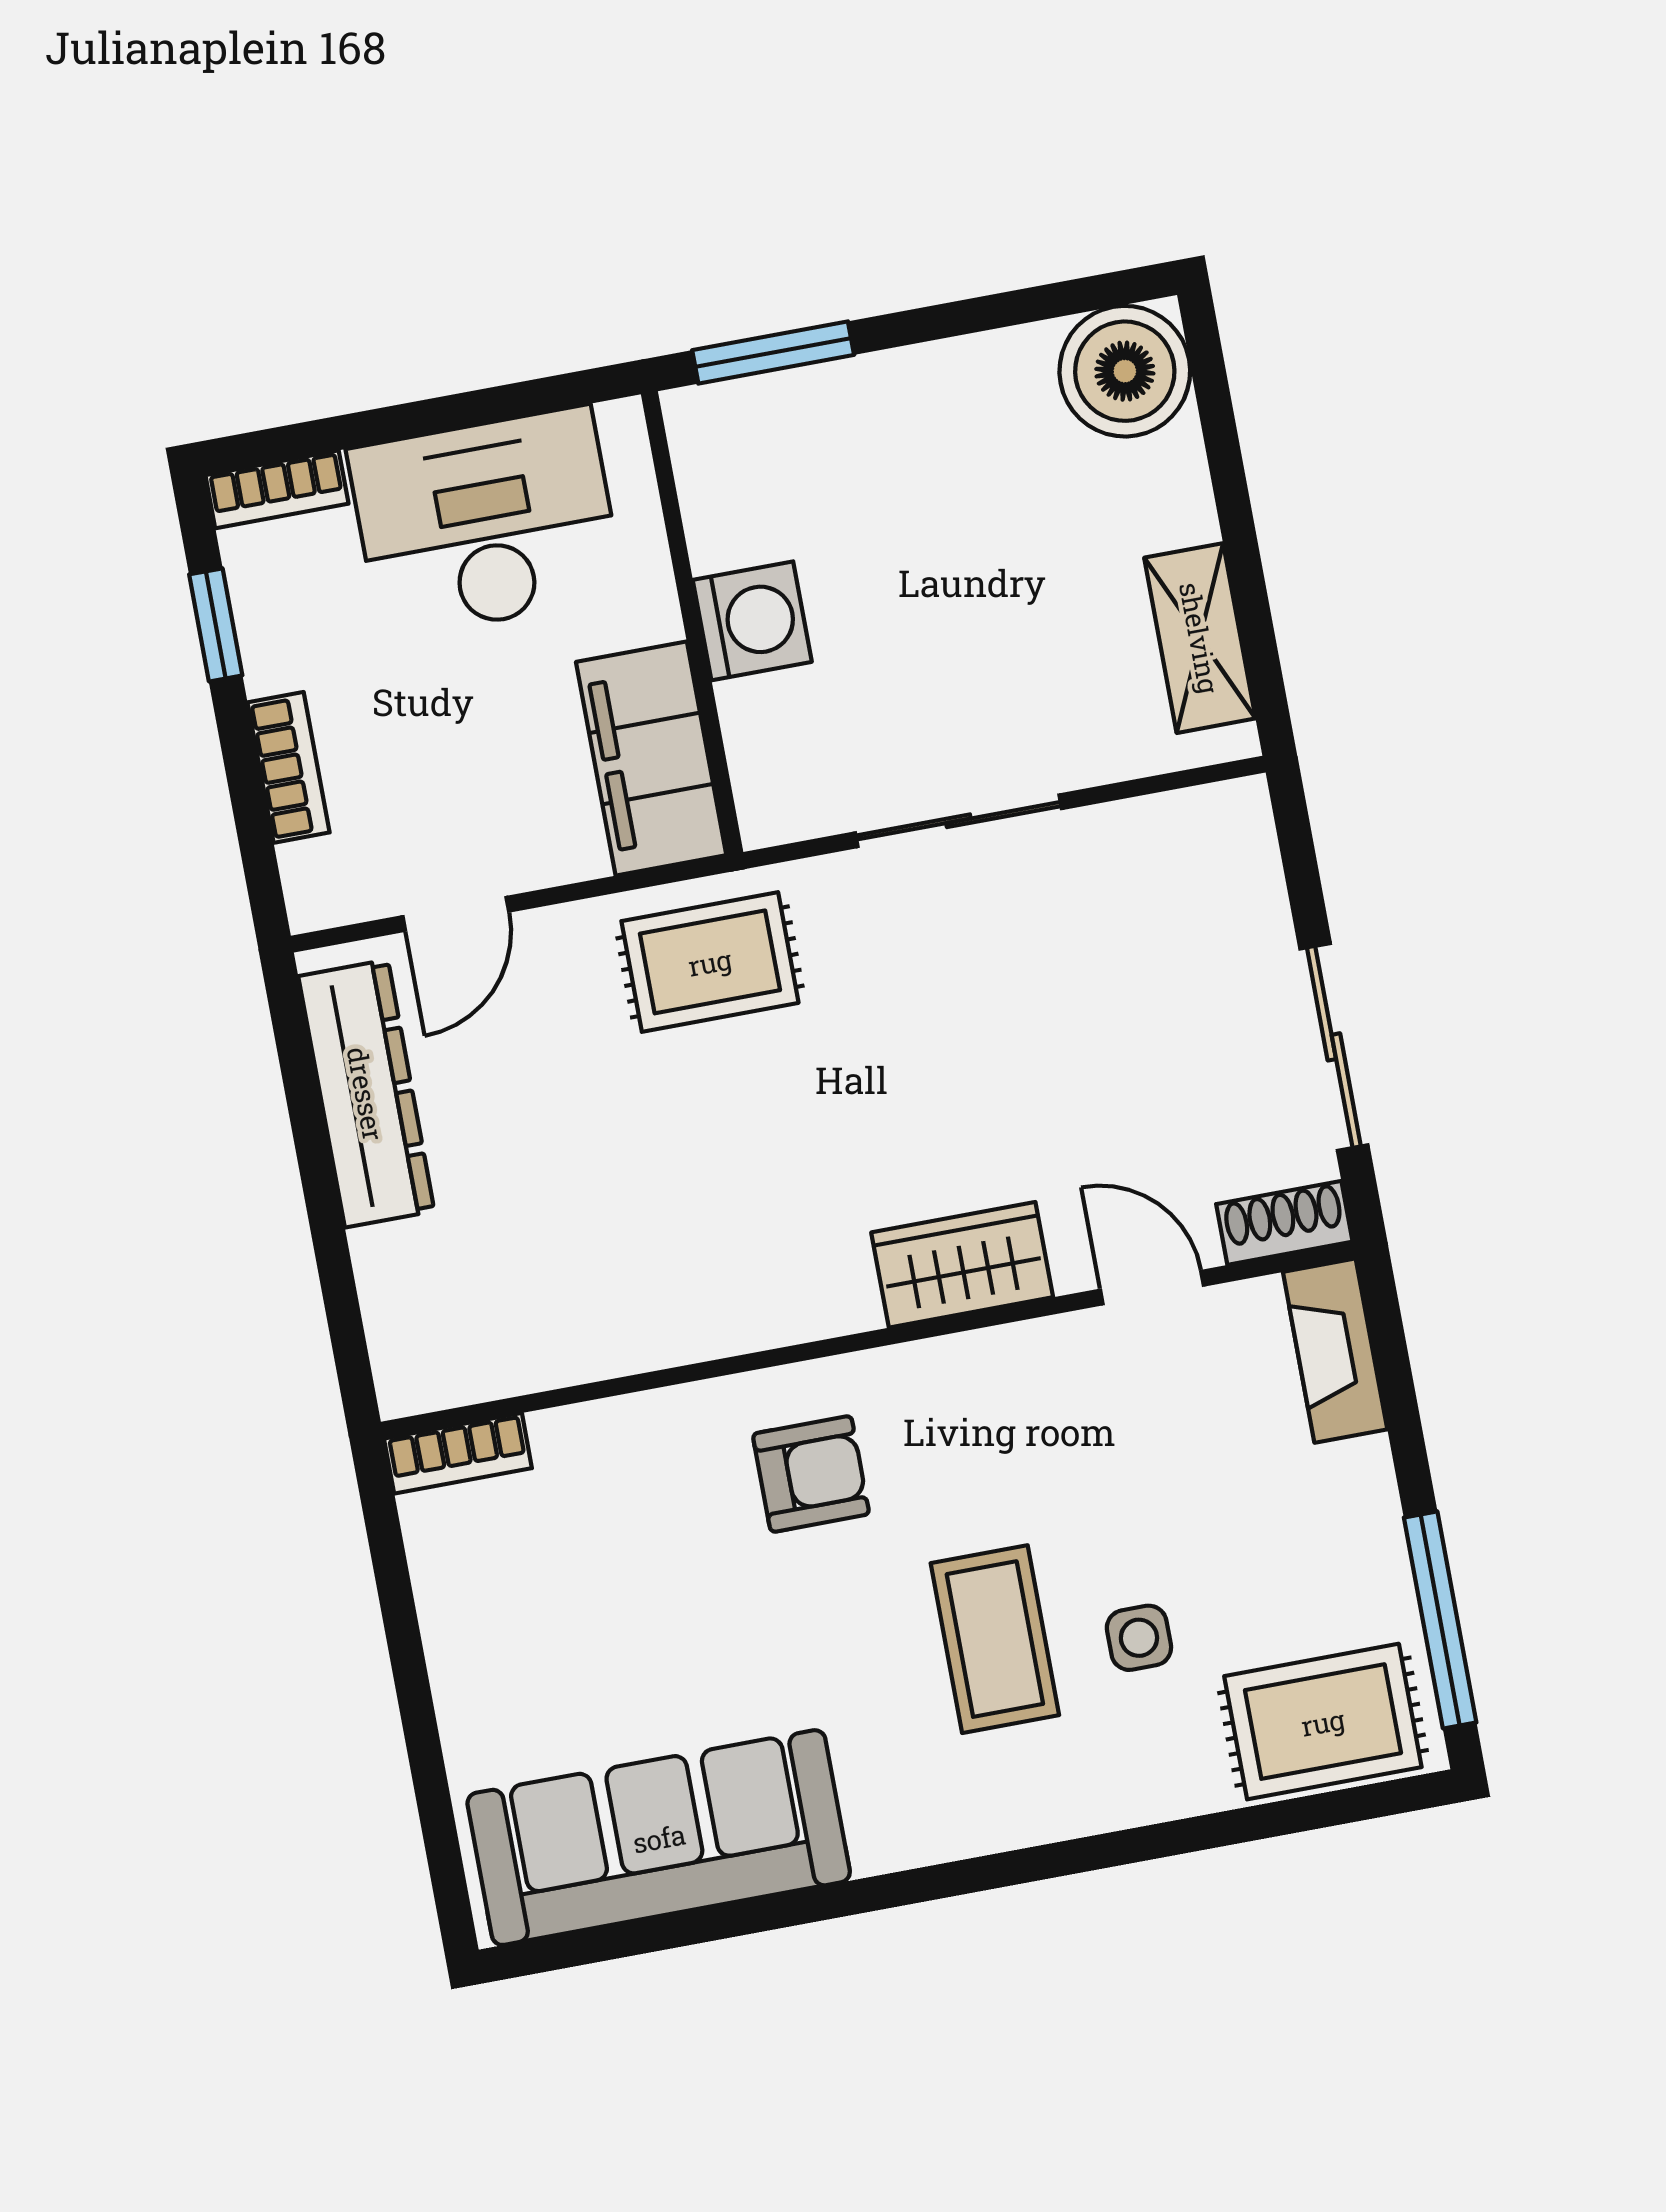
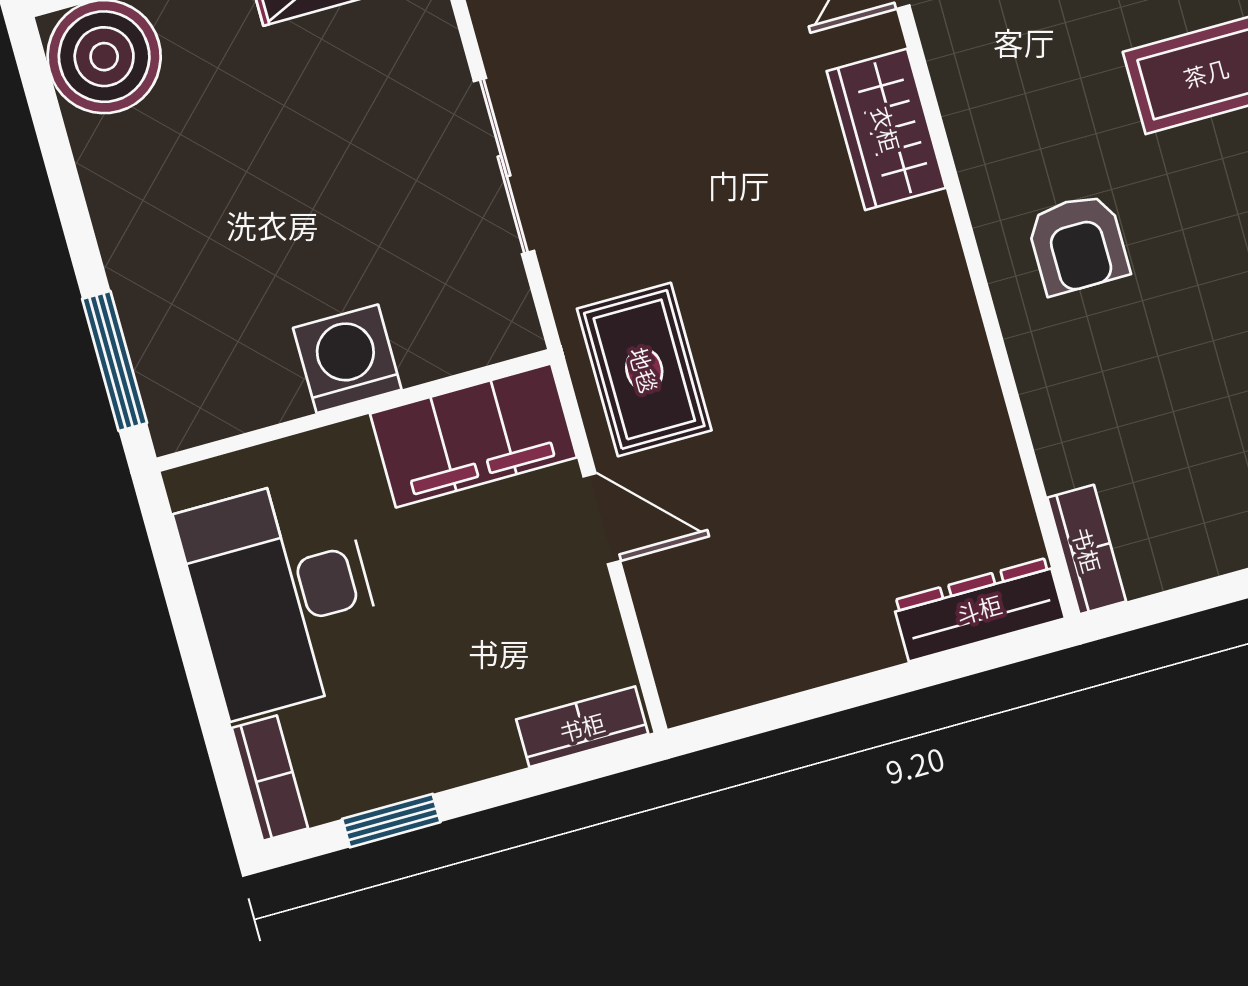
bookcase: (289, 767) -> (582, 727), moved
door: (456, 914) -> (602, 519), moved
dresser: (366, 1094) -> (979, 609), moved, width x0.73, depth x0.80
armchair: (811, 1474) -> (1078, 244), turned 180

